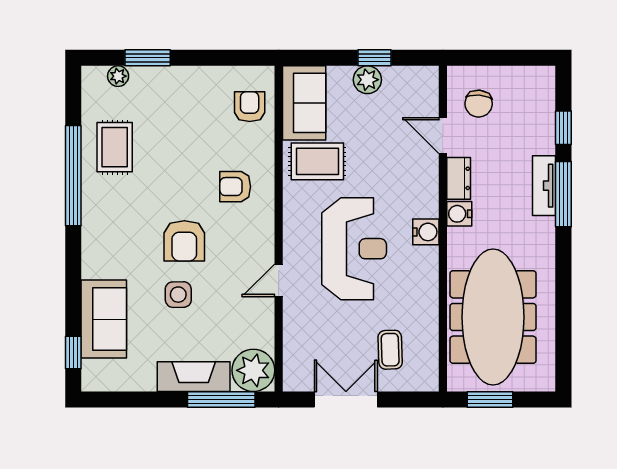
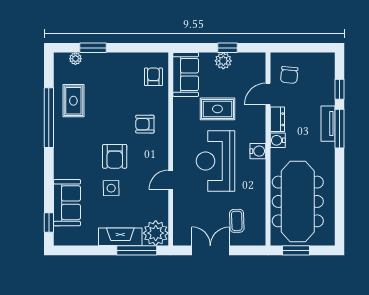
door: (443, 136) -> (268, 94), hinge flipped
rug: (317, 161) -> (217, 109), moved
reception desk: (354, 249) -> (215, 161), turned 180

